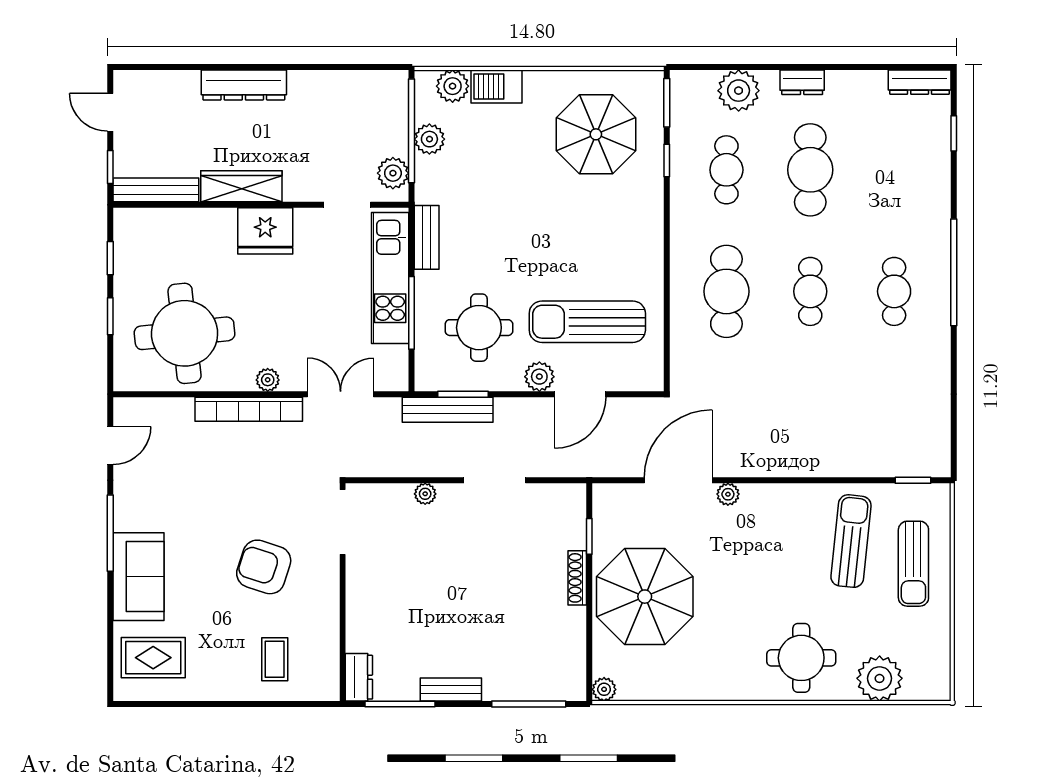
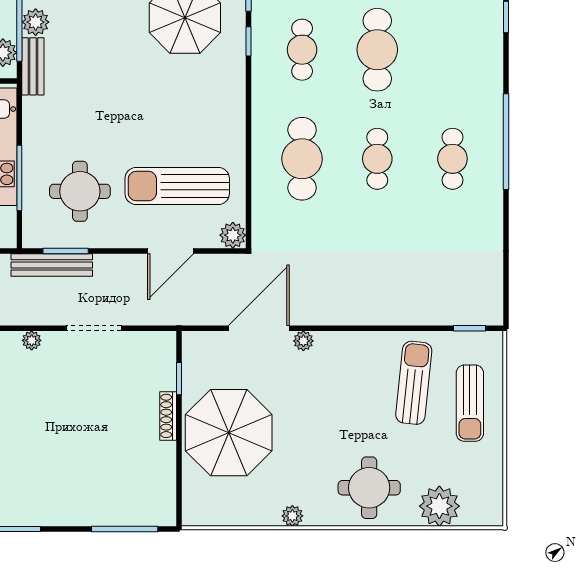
bench: (427, 237) -> (33, 66), moved
plant: (539, 377) -> (233, 235), moved
bench: (451, 689) -> (55, 516), removed
plant: (604, 689) -> (292, 516), moved

